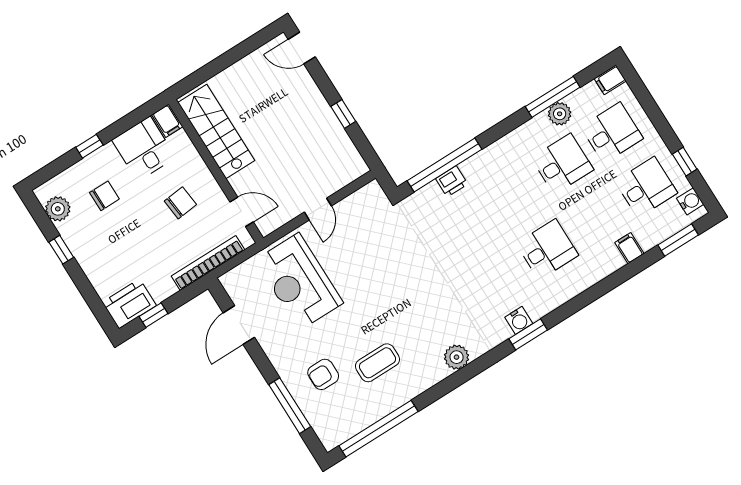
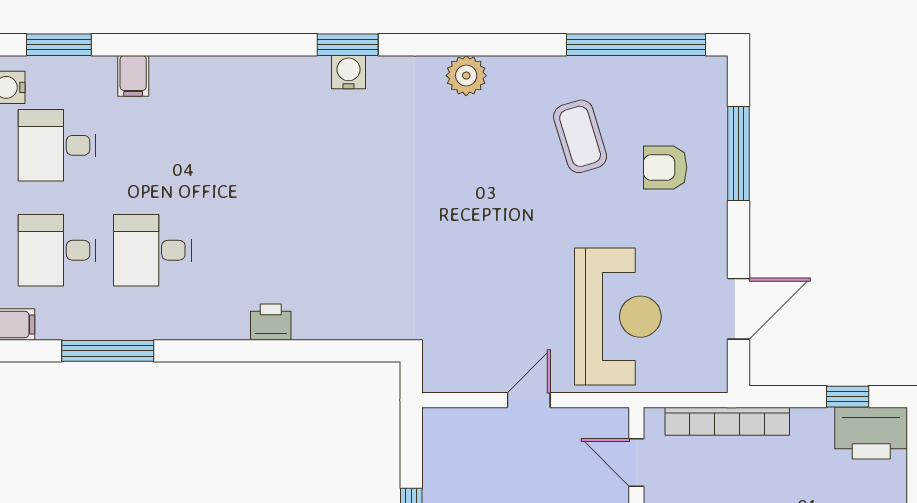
plant: (560, 114) -> (113, 322), removed
window: (444, 165) -> (316, 351), removed
printer: (452, 181) -> (271, 322), moved
desk: (547, 249) -> (248, 145), removed
coffee table: (377, 363) -> (580, 136), turned 73
armchair: (323, 374) -> (665, 167), turned 180

